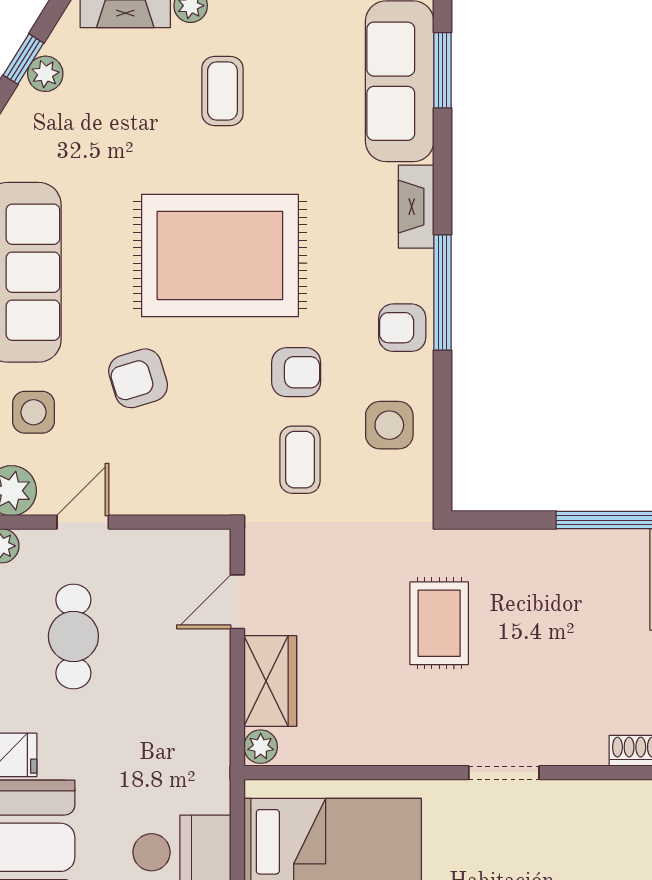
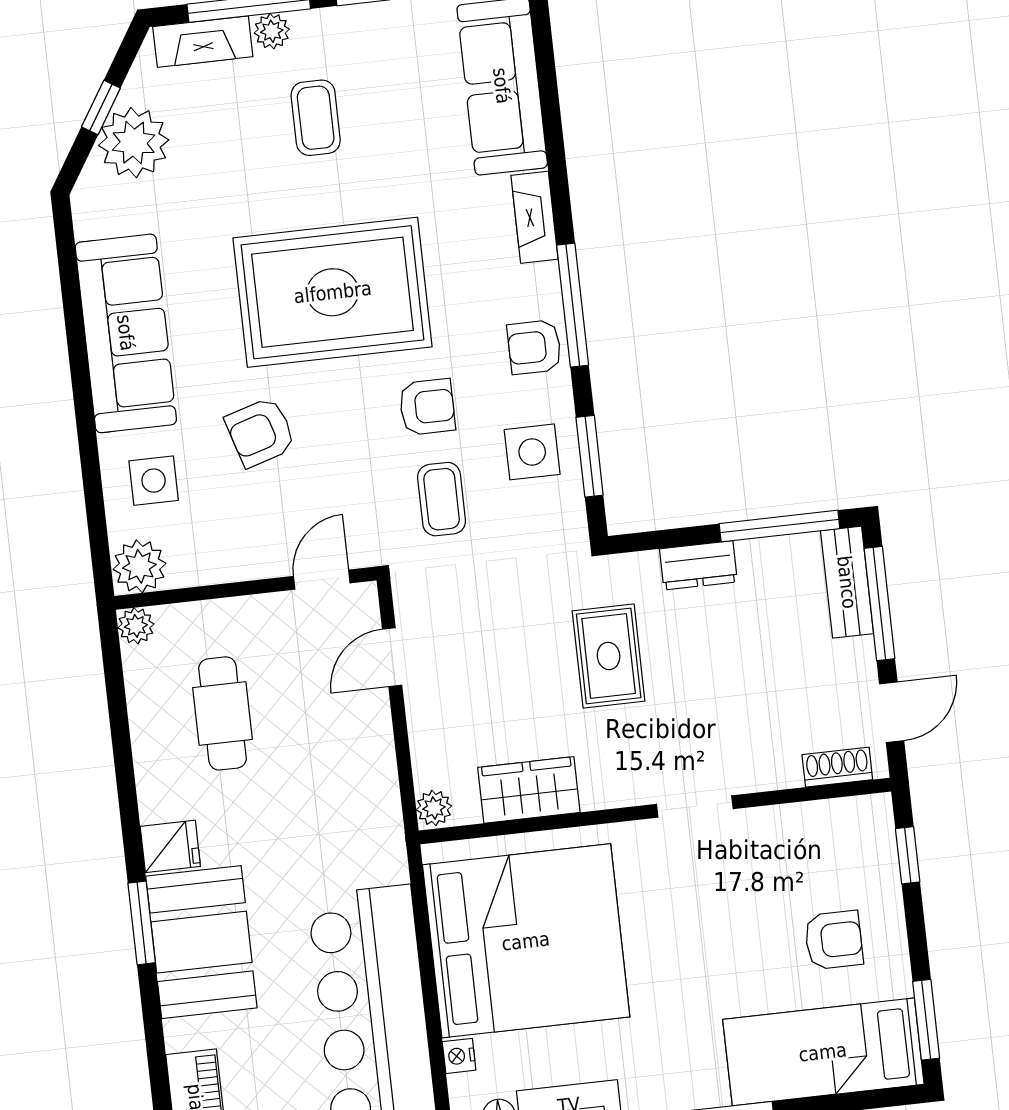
window: (442, 70) -> (590, 456), moved
plant: (45, 74) -> (134, 143), width x1.87, depth x1.87
door: (83, 522) -> (322, 580), moved
dresser: (532, 548) -> (698, 565), added
wardrobe: (270, 681) -> (529, 790), moved, turned -90

